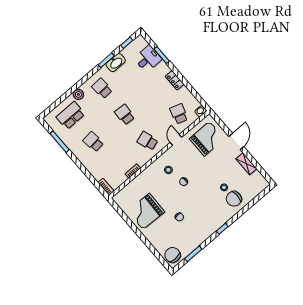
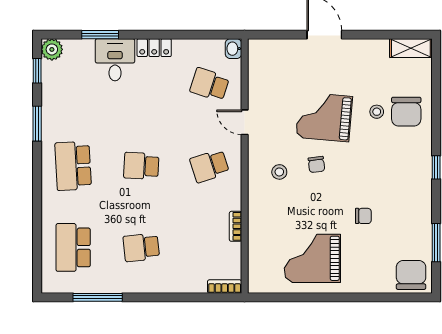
desk: (148, 59) -> (115, 60), moved
washbasin: (116, 63) -> (52, 113), removed
school desk: (102, 88) -> (73, 166), width x1.85
plant: (78, 94) -> (52, 49), moved
grand piano: (207, 139) -> (324, 117), moved, turned -85
shelving: (246, 164) -> (411, 48), moved
grand piano: (146, 211) -> (312, 258), turned 88
chair: (172, 255) -> (411, 275), turned 90

